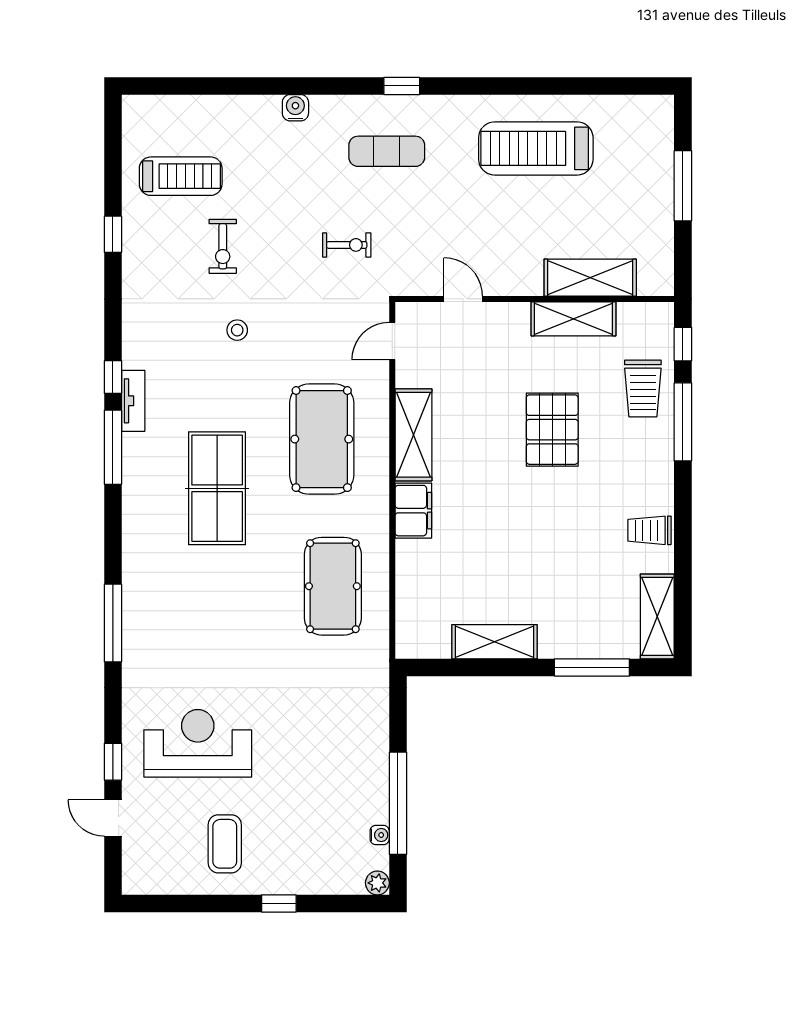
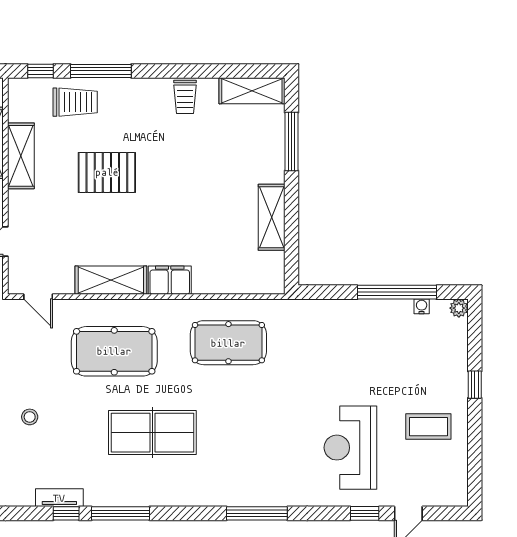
tv unit: (133, 401) -> (59, 498), moved

